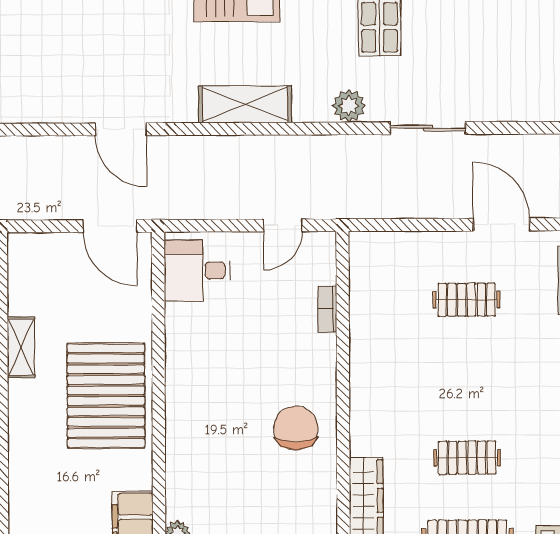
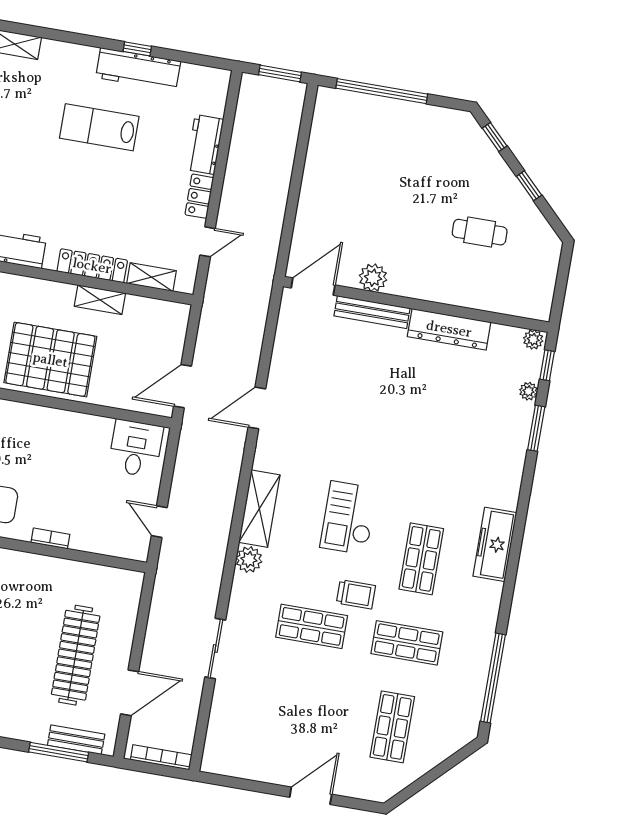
plant: (349, 106) -> (249, 560), moved
clothes rail: (467, 300) -> (76, 655), width x1.86, depth x1.31
bookcase: (327, 309) -> (50, 538), moved

